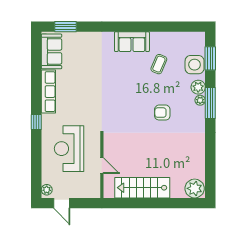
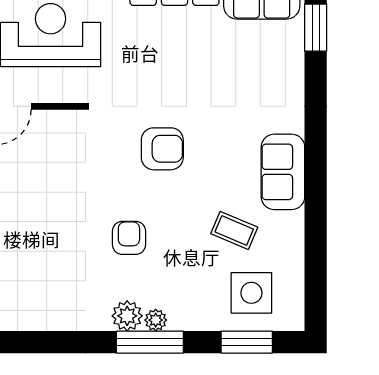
side table: (195, 65) -> (251, 293), moved
plant: (198, 87) -> (127, 316), moved
armchair: (121, 97) -> (162, 149), added

